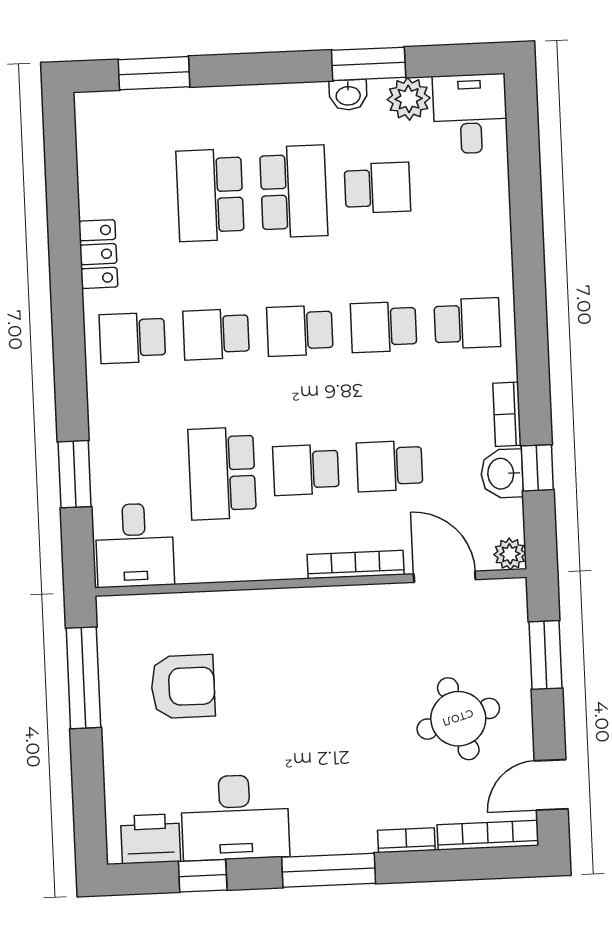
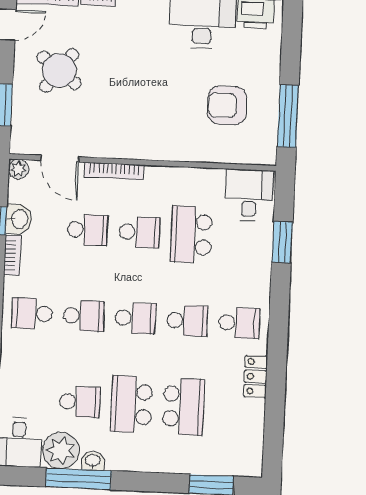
window: (369, 64) -> (79, 479), width x1.44
plant: (409, 99) -> (61, 450), width x1.36, depth x1.36
school desk: (377, 188) -> (80, 402), turned 180
school desk: (222, 473) -> (191, 234), turned 180
round table: (458, 719) -> (59, 70), turned -37

